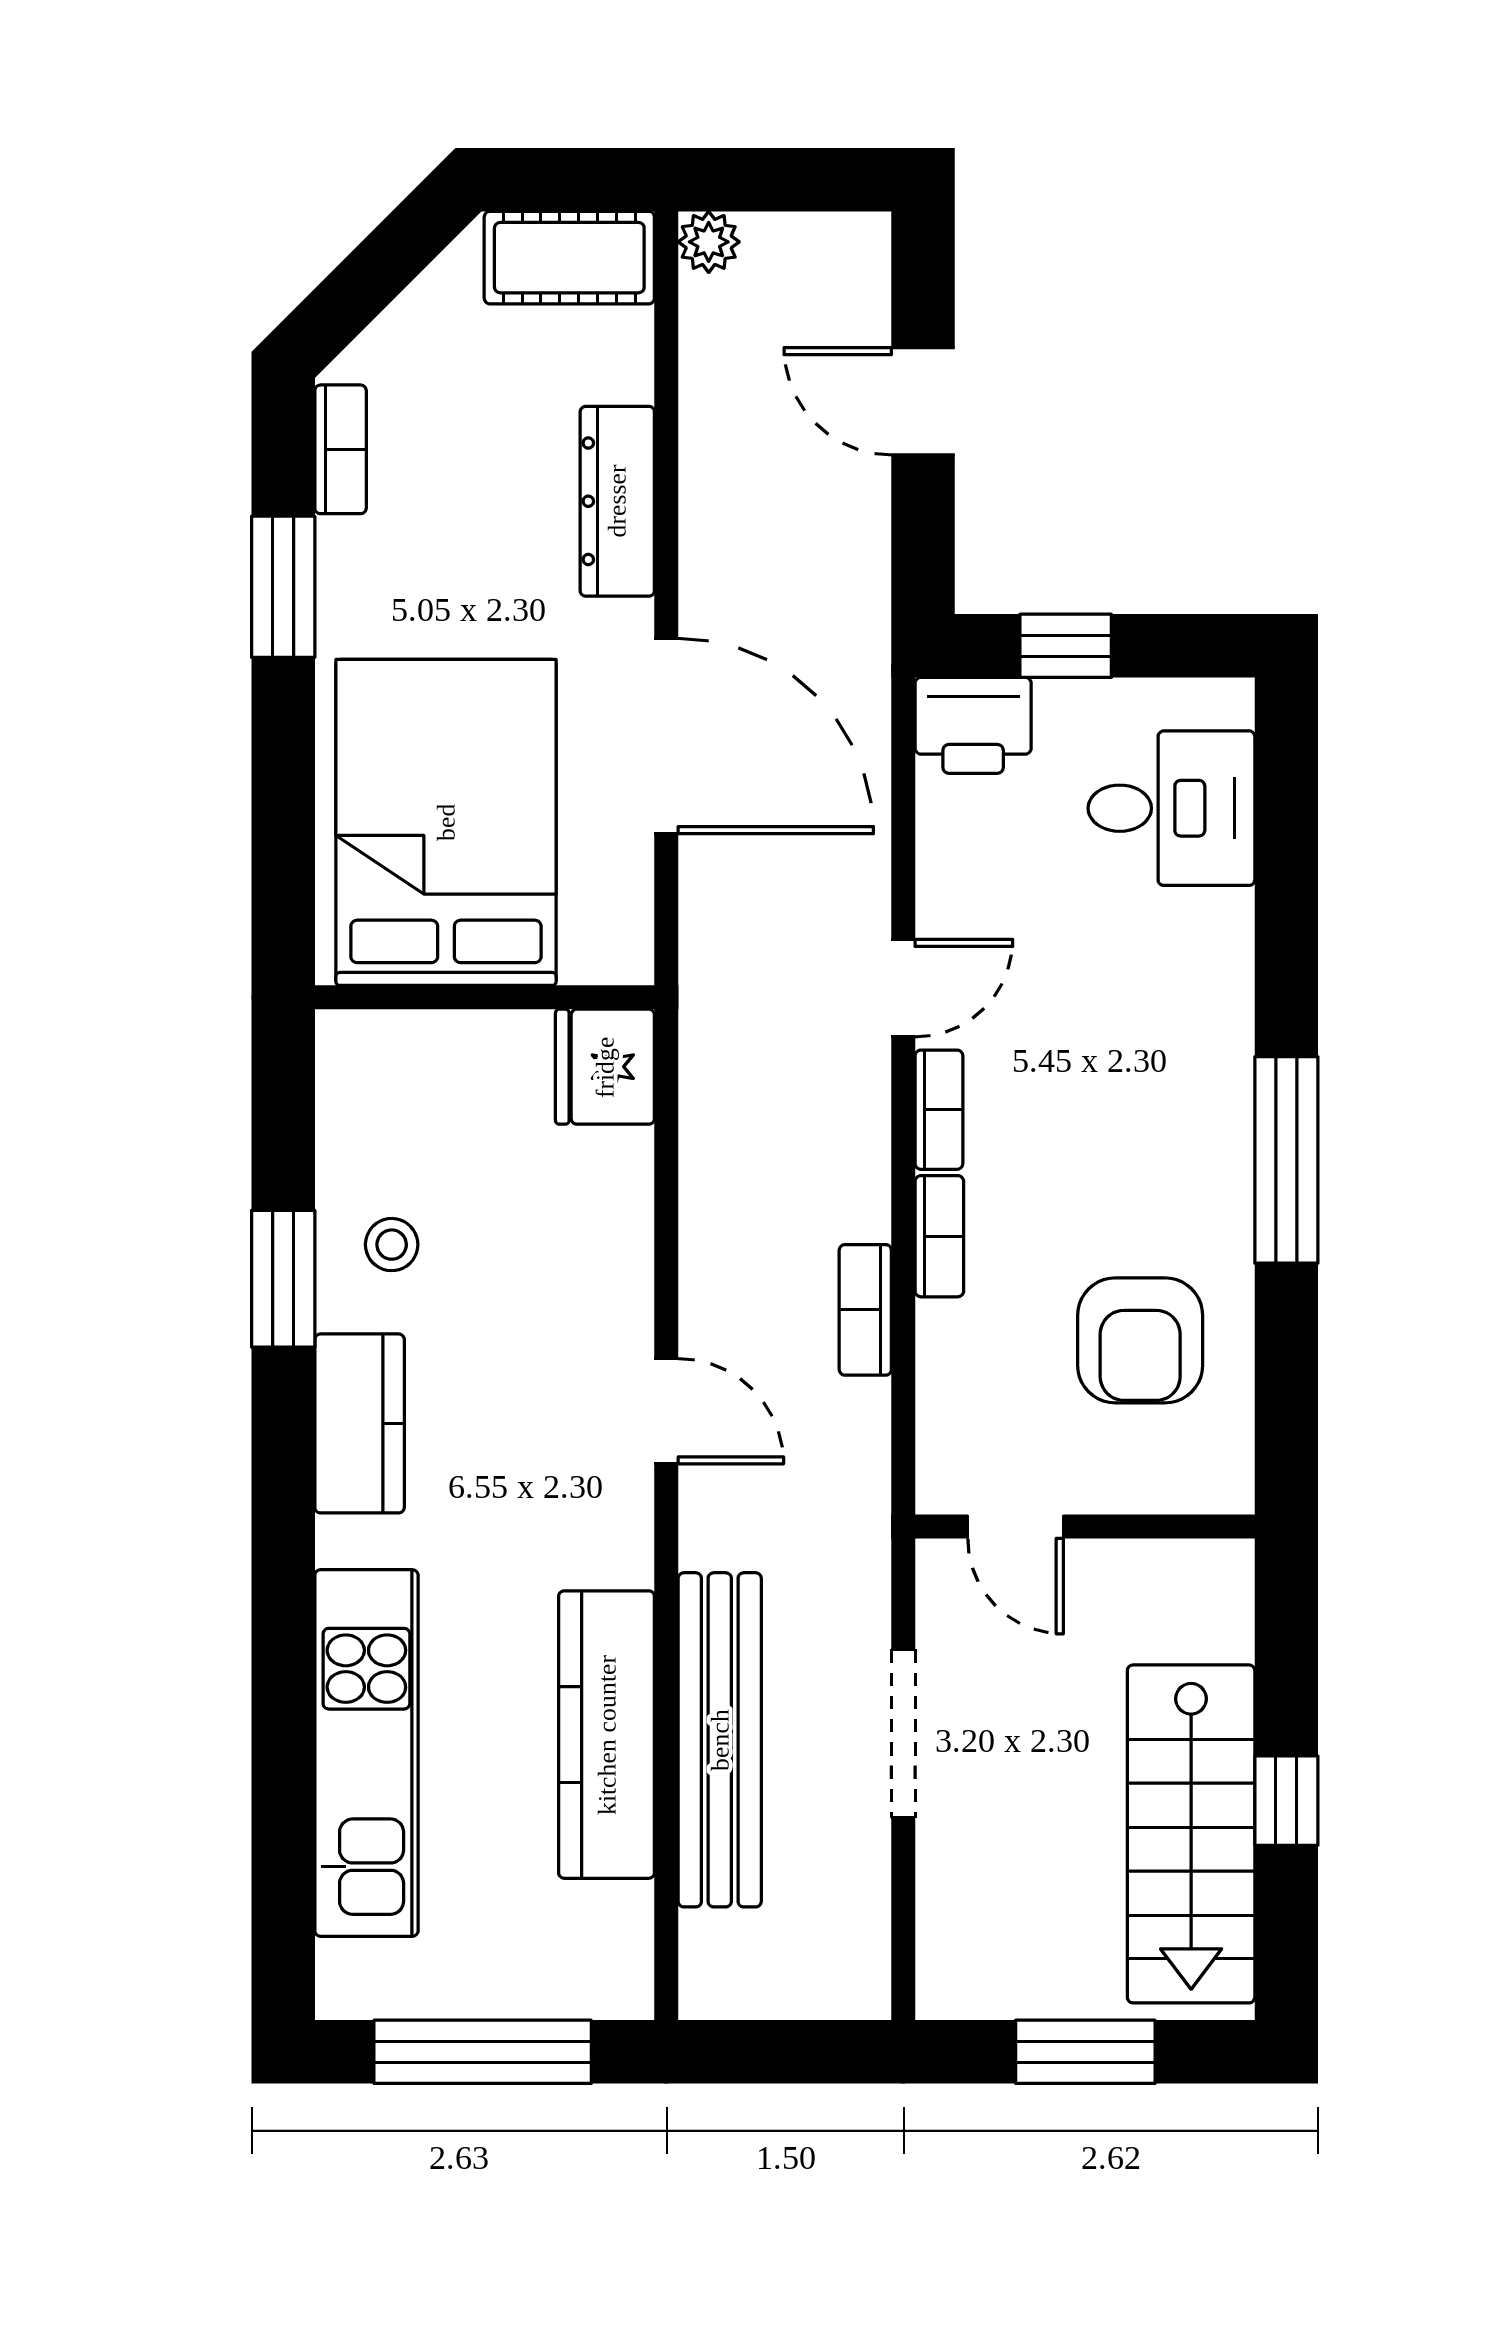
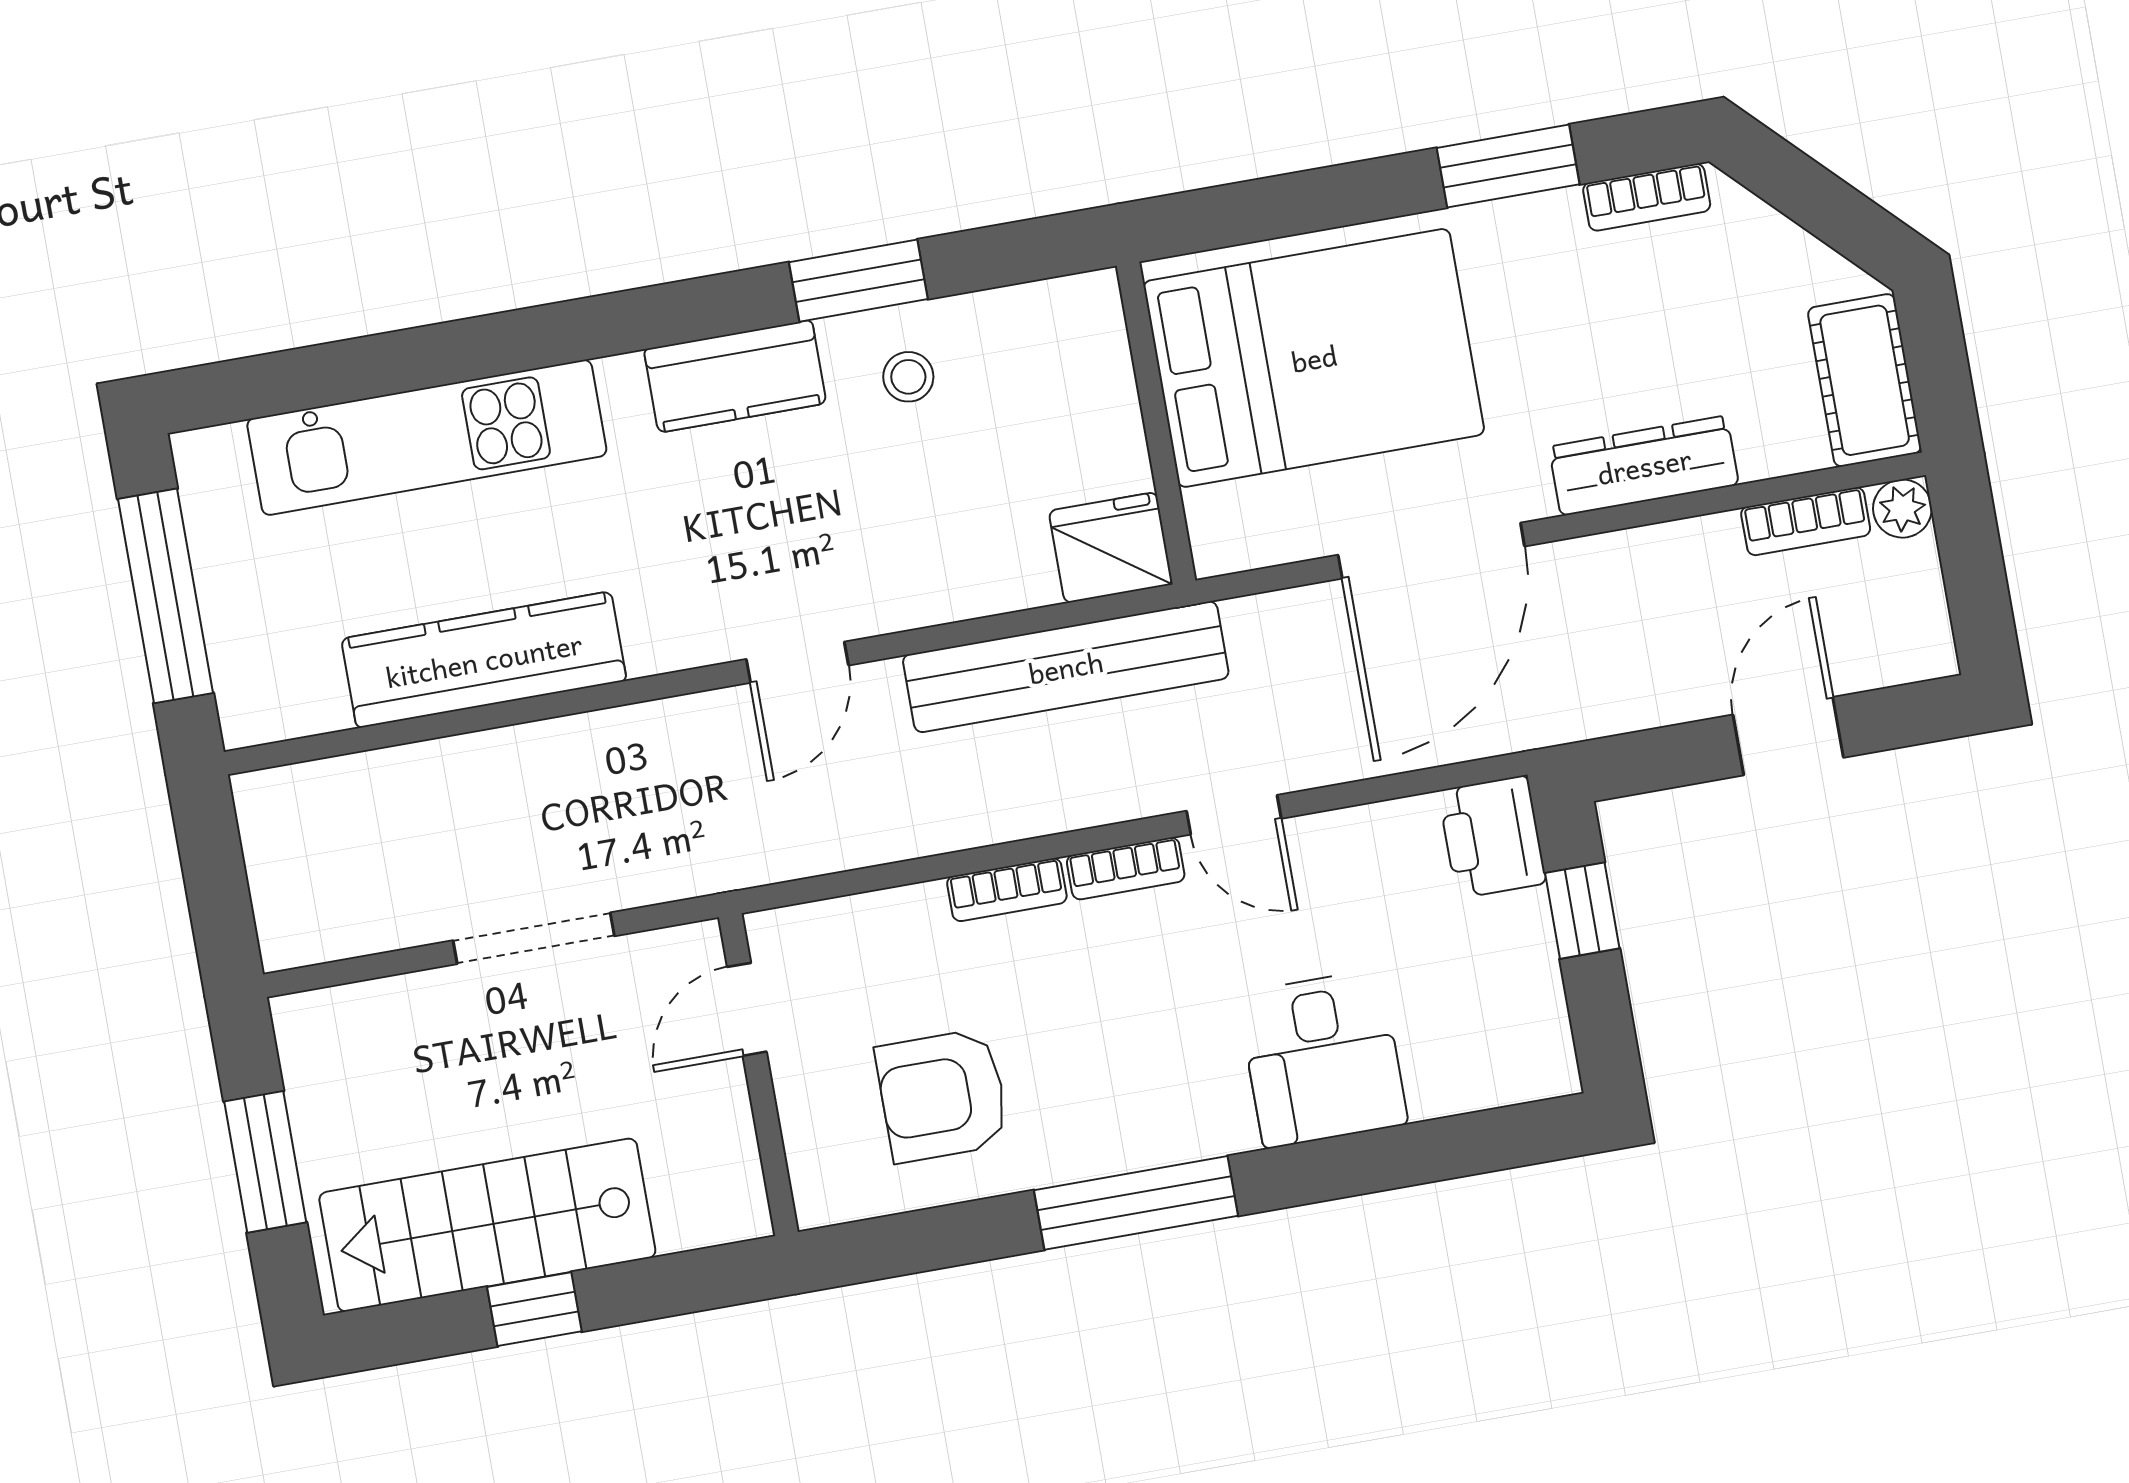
desk: (1171, 808) -> (1323, 1059), moved
bookcase: (865, 1310) -> (1806, 521), moved, turned 180
bench: (720, 1740) -> (1066, 667), moved

